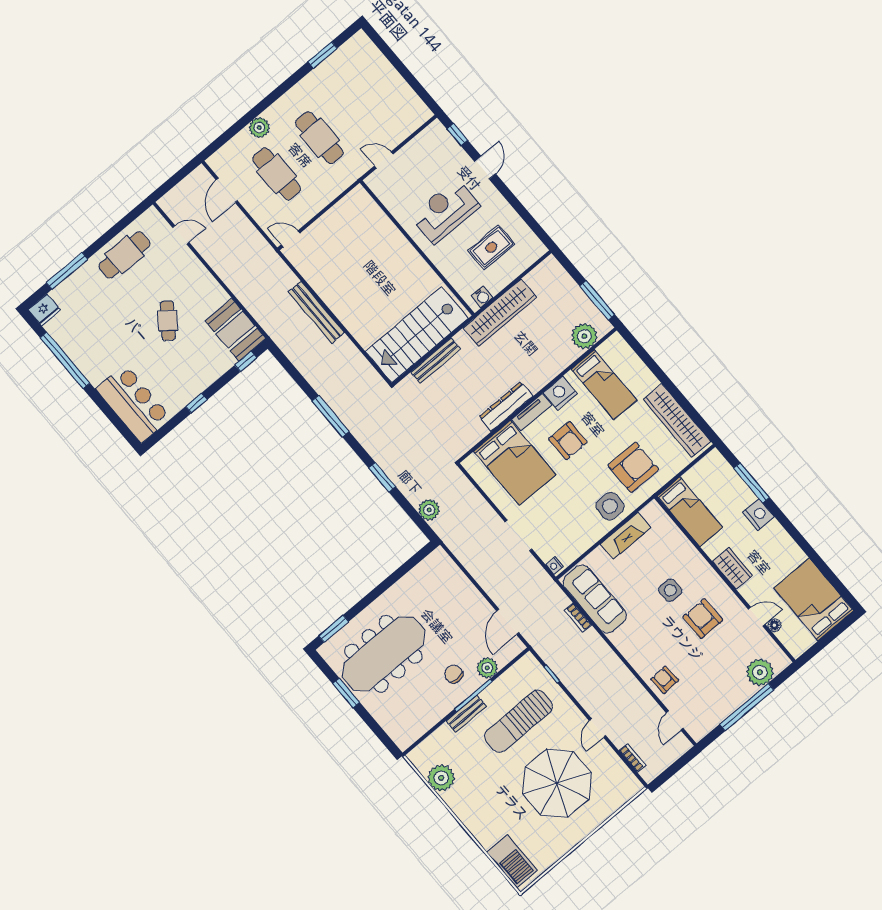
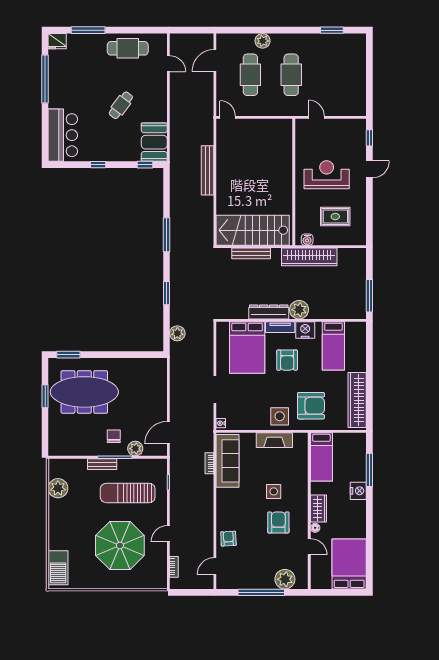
plant: (584, 336) -> (299, 310), moved
floor lamp: (774, 625) -> (315, 528), moved

